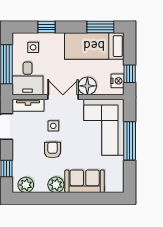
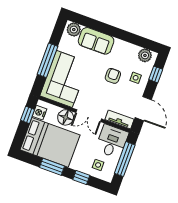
window: (100, 27) -> (52, 167), moved
bed: (94, 46) -> (50, 142), width x1.50
side table: (53, 126) -> (136, 78), moved
armchair: (52, 150) -> (113, 76), turned 180
plant: (56, 185) -> (74, 30), moved

